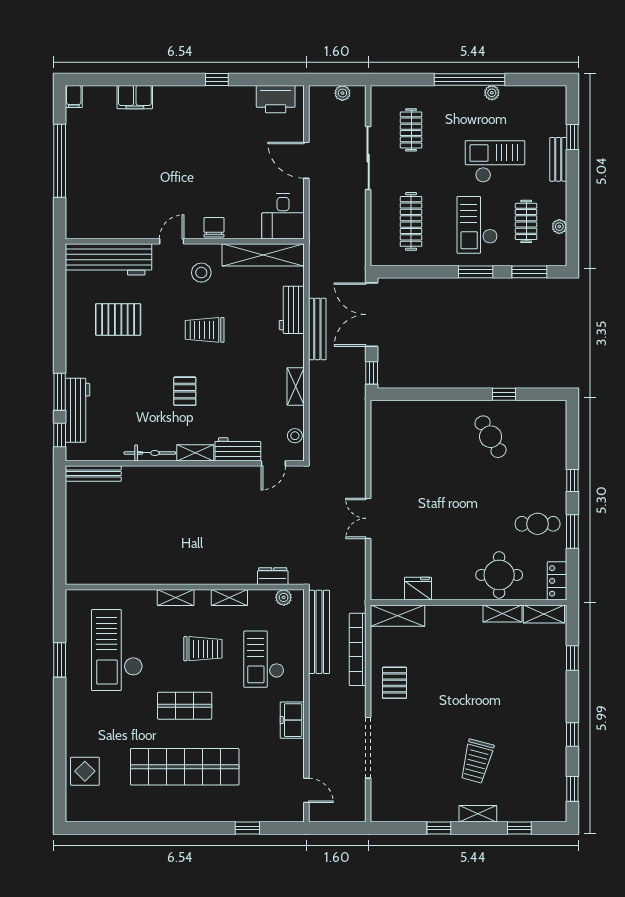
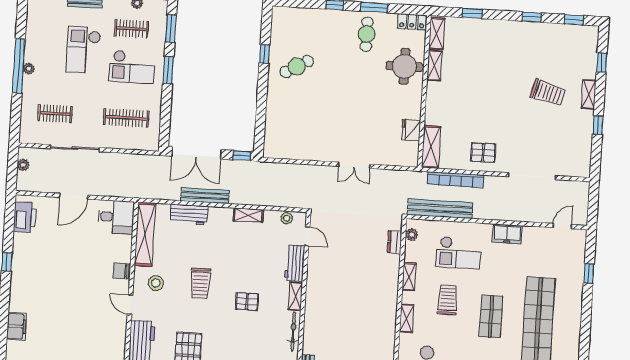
plant: (492, 93) -> (29, 69), moved

